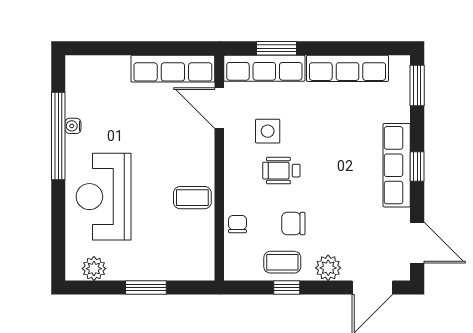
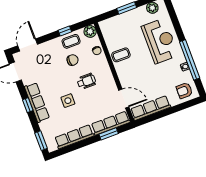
armchair: (92, 79) -> (184, 91), added
side table: (268, 131) -> (68, 101), moved
plant: (328, 268) -> (90, 31), moved

